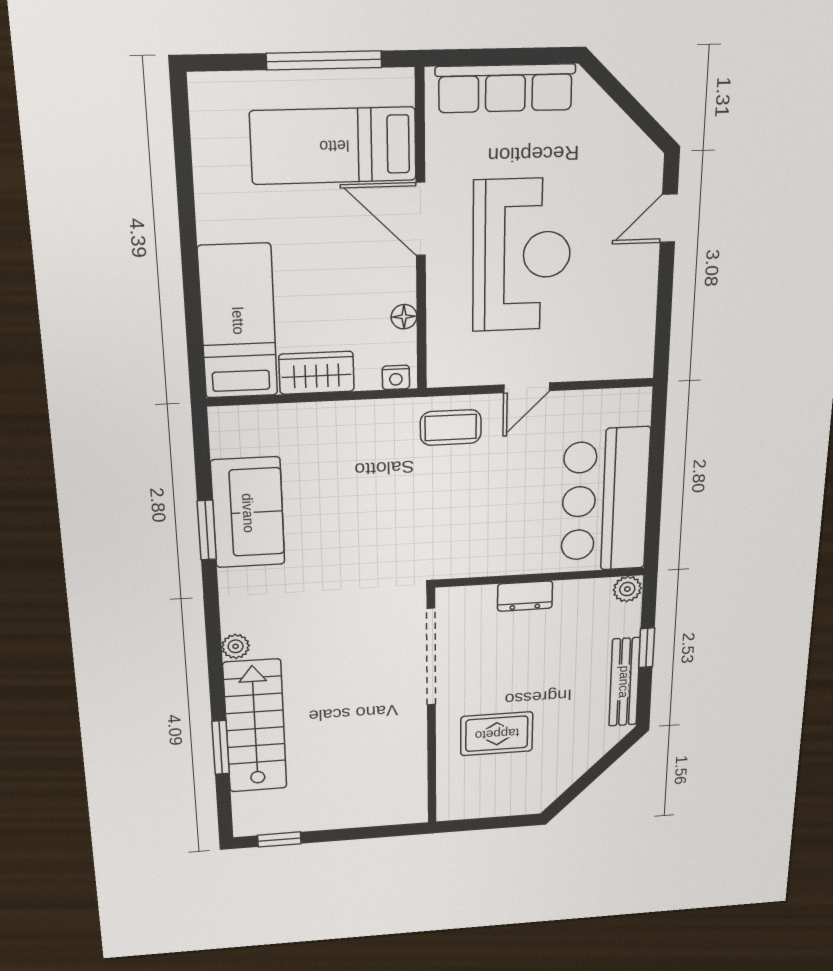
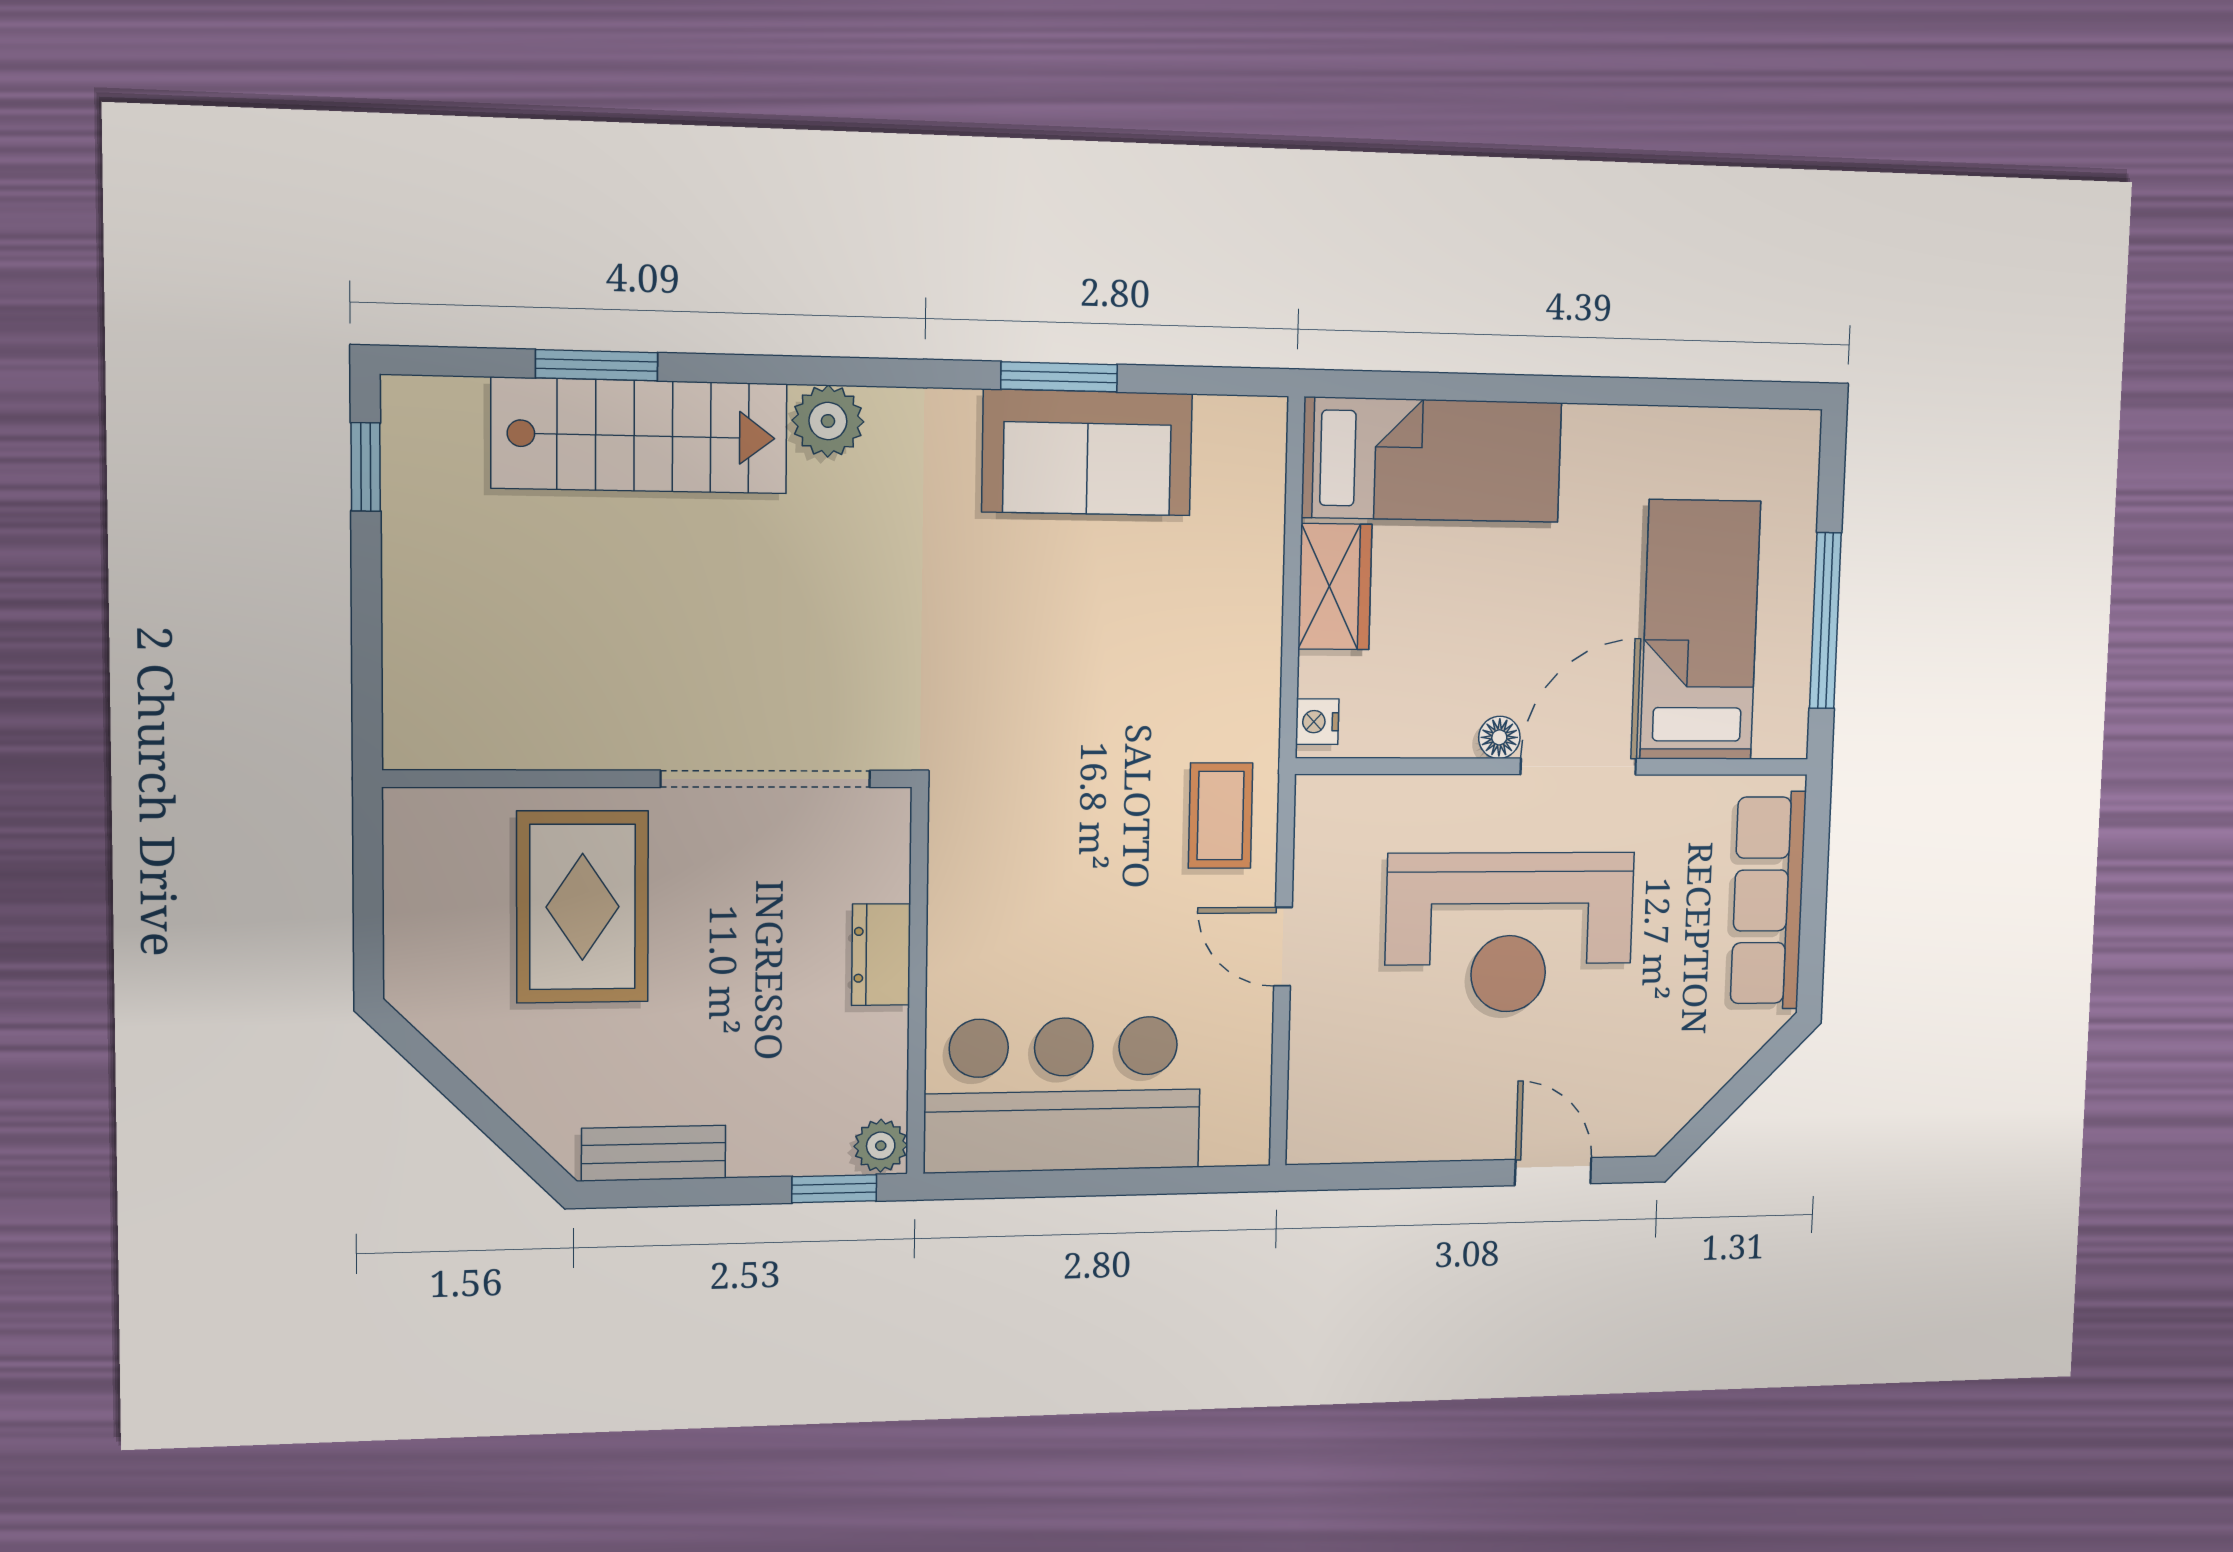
floor lamp: (404, 317) -> (1499, 737), moved
plant: (236, 646) -> (828, 421), width x1.38, depth x1.38
window: (647, 648) -> (834, 1189), moved
bench: (624, 682) -> (654, 1153), width x0.73
rug: (497, 734) -> (583, 907), width x1.36, depth x1.43

